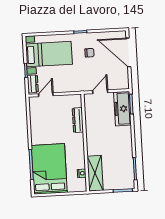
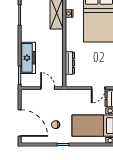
door: (100, 92) -> (48, 88), swing flipped
freezer: (122, 109) -> (28, 58), moved

